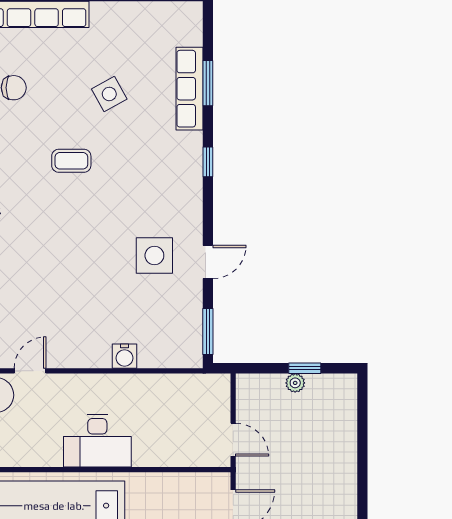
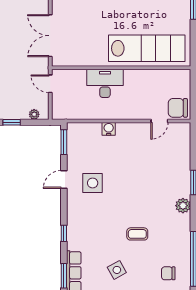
plant: (295, 383) -> (34, 114), moved
desk: (97, 441) -> (105, 83), moved

